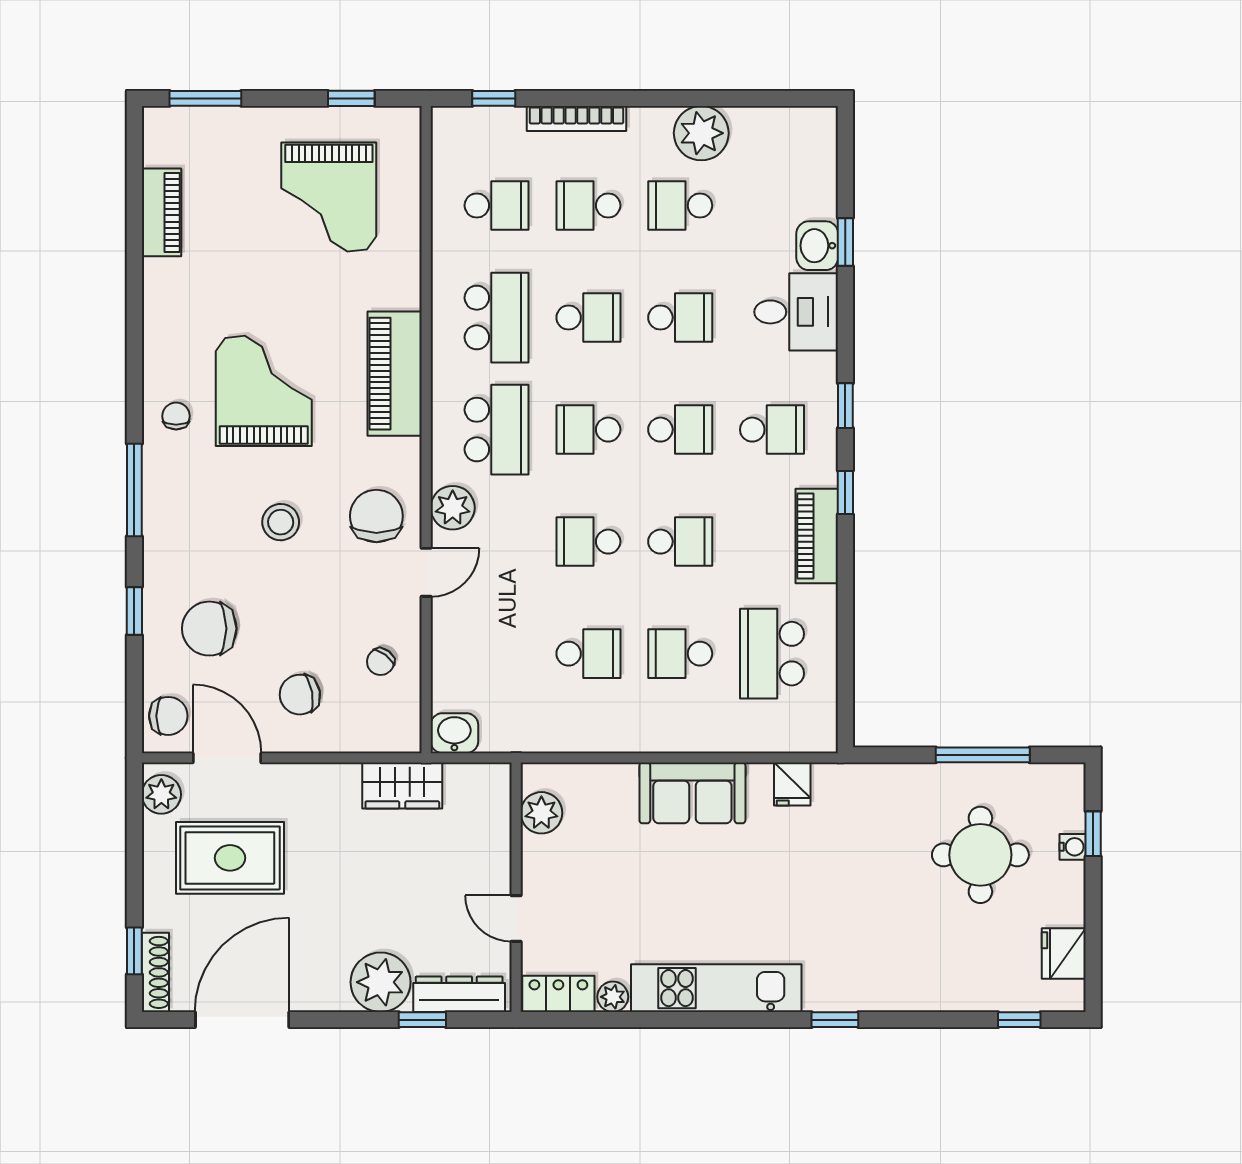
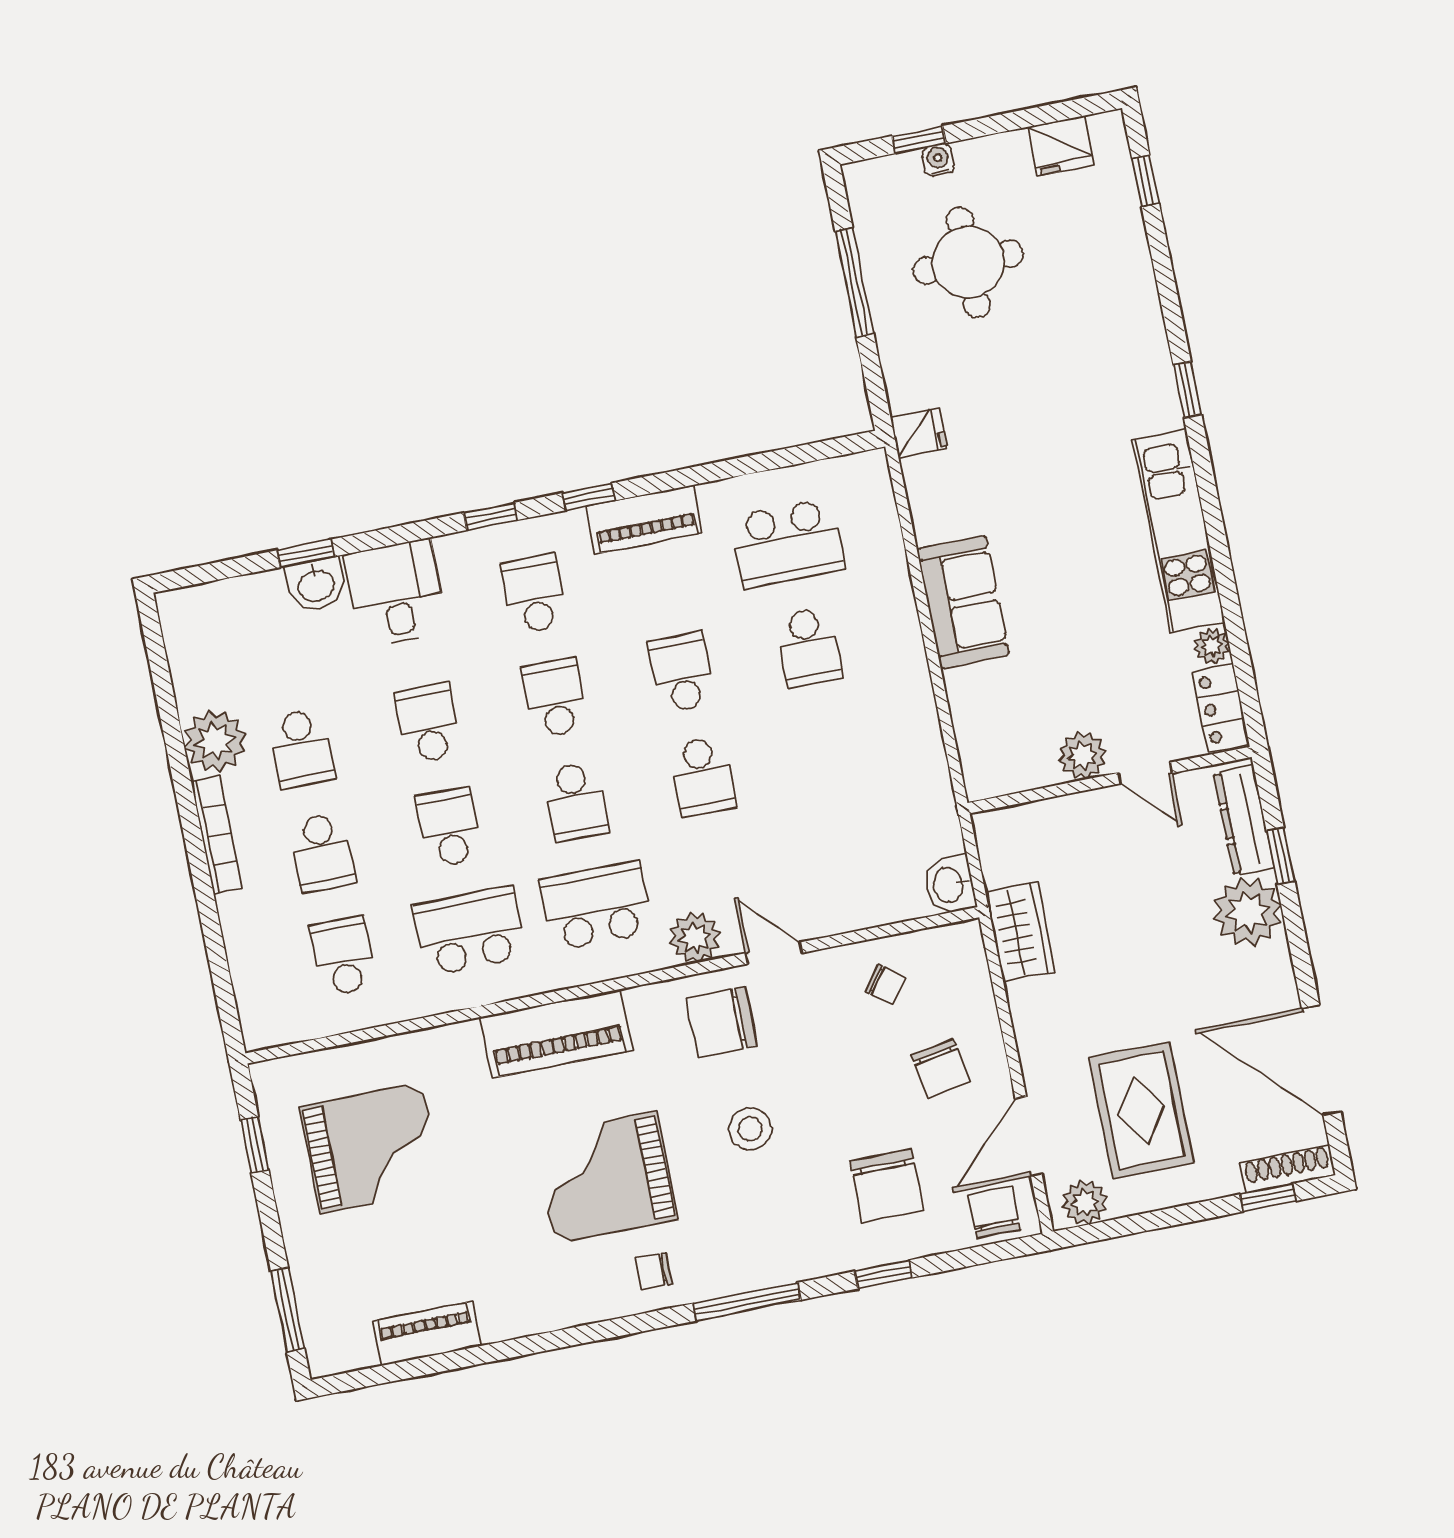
window: (494, 98) -> (222, 984), removed
bookcase: (576, 119) -> (216, 835), moved
school desk: (588, 654) -> (829, 751), removed
fridge: (792, 784) -> (919, 433), moved
plant: (541, 813) -> (1082, 756), moved
door: (516, 919) -> (1145, 773), hinge flipped

